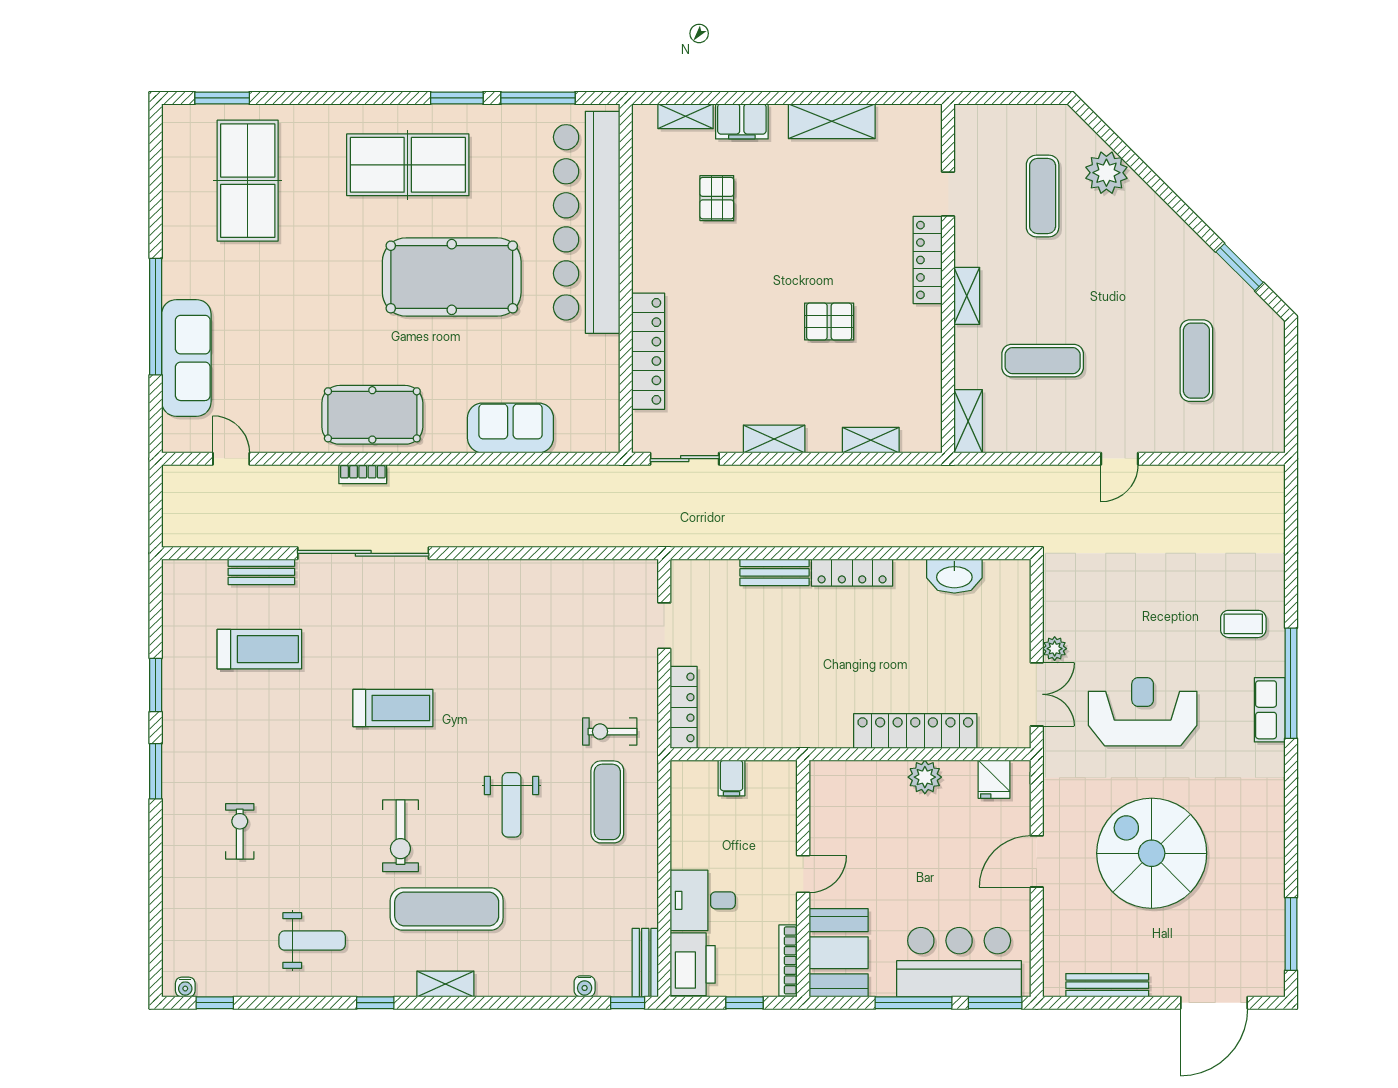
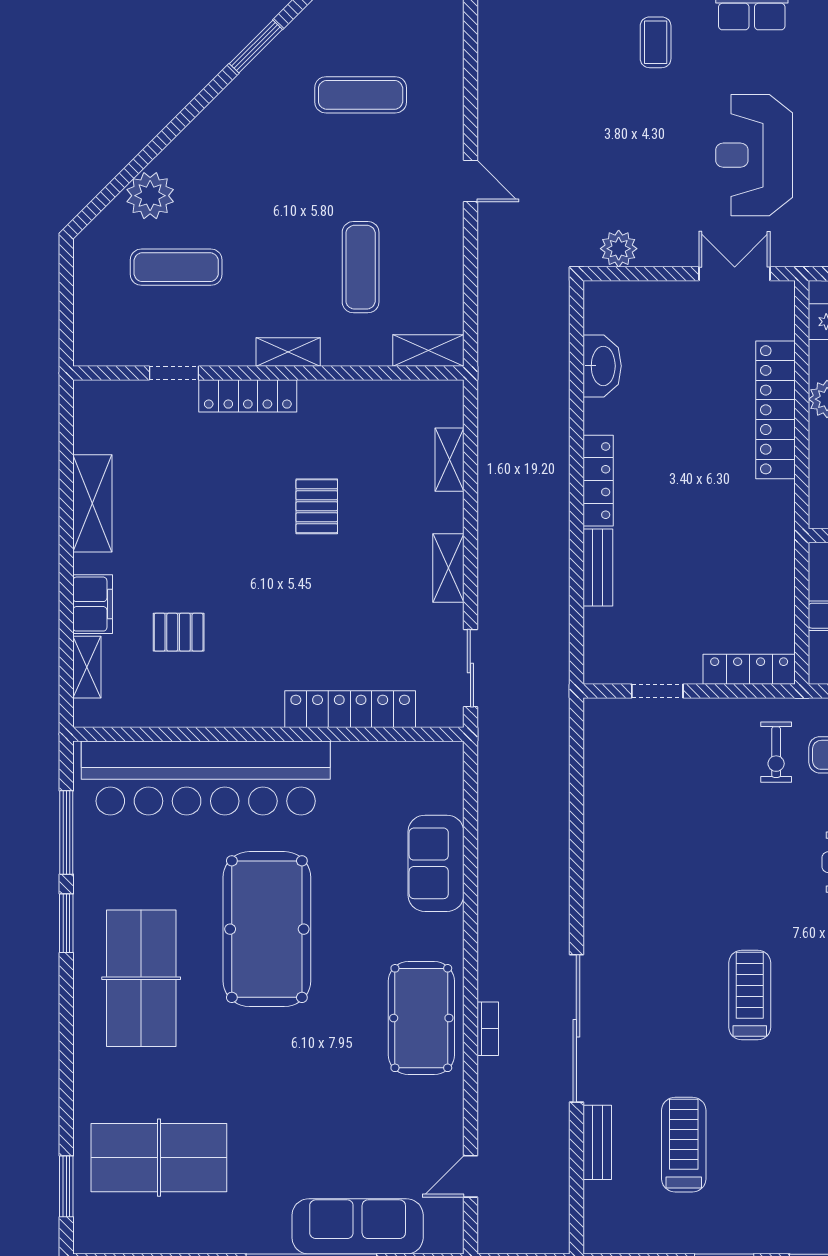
plant: (1055, 649) -> (619, 249), moved, width x1.38, depth x1.38

